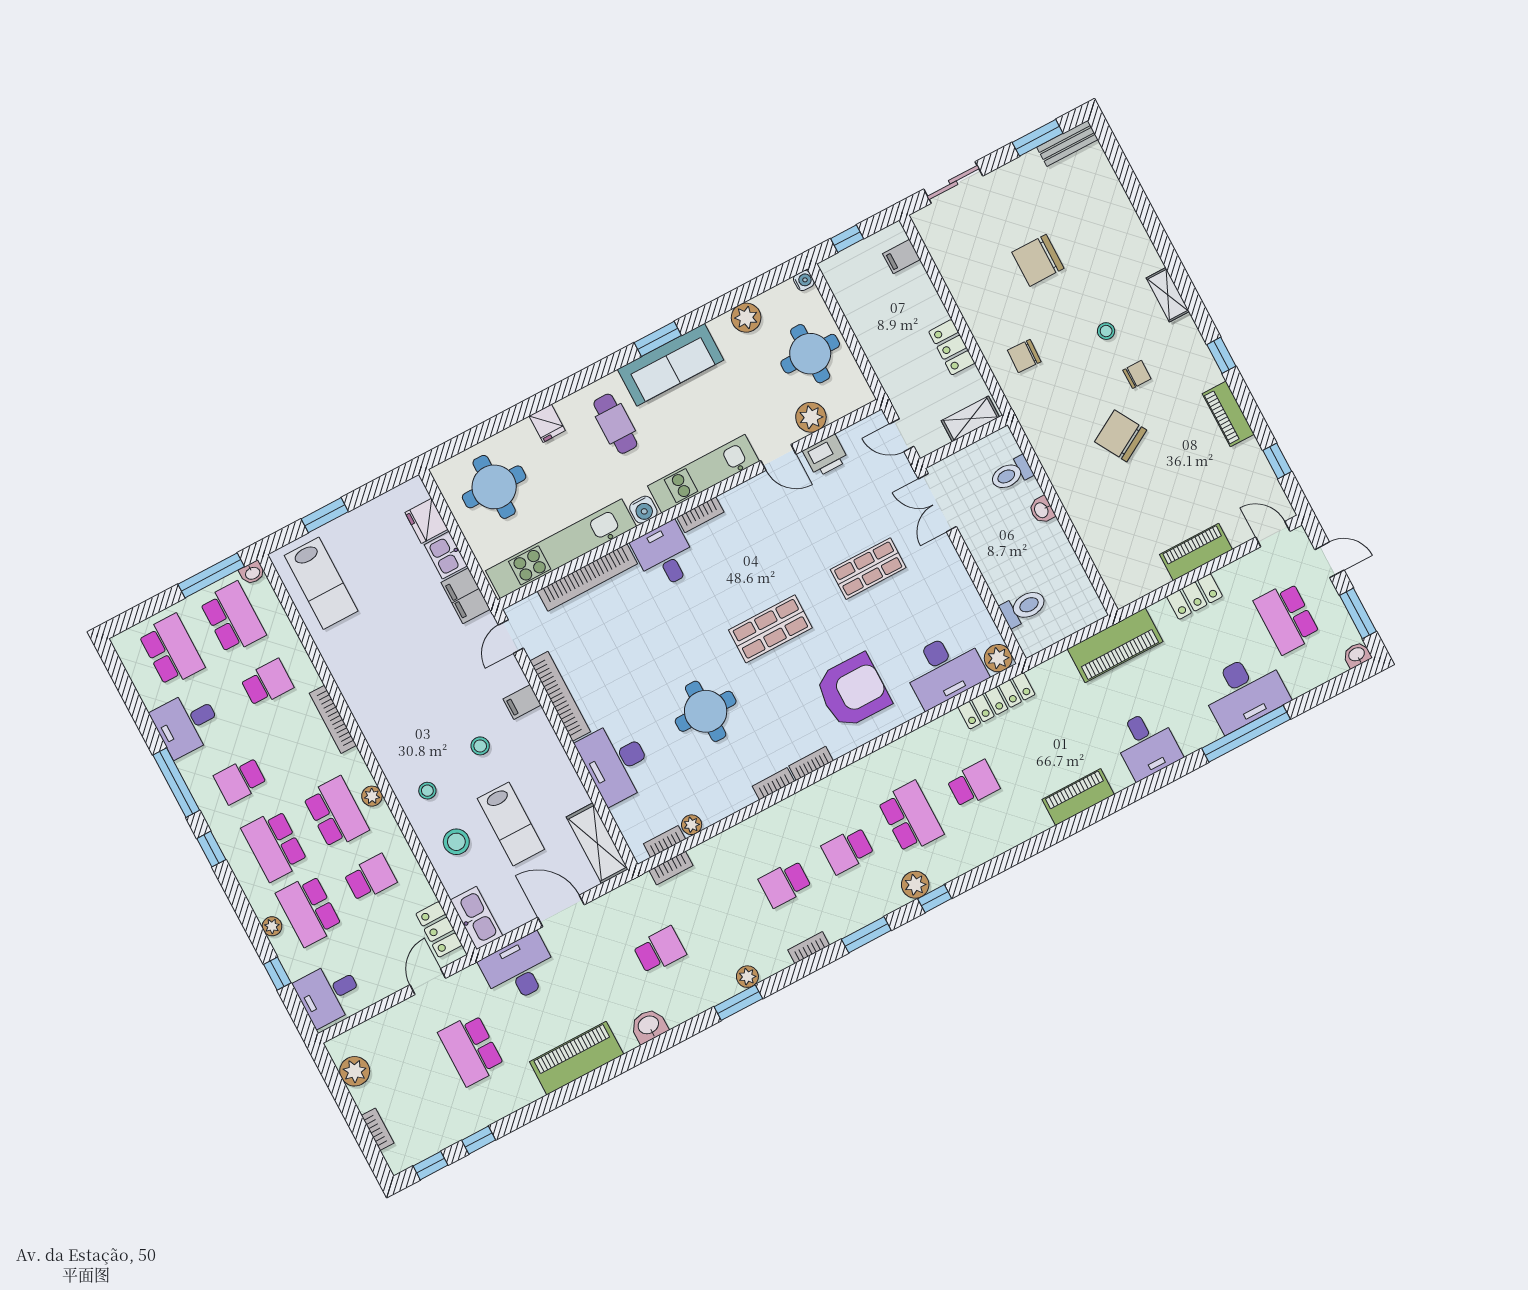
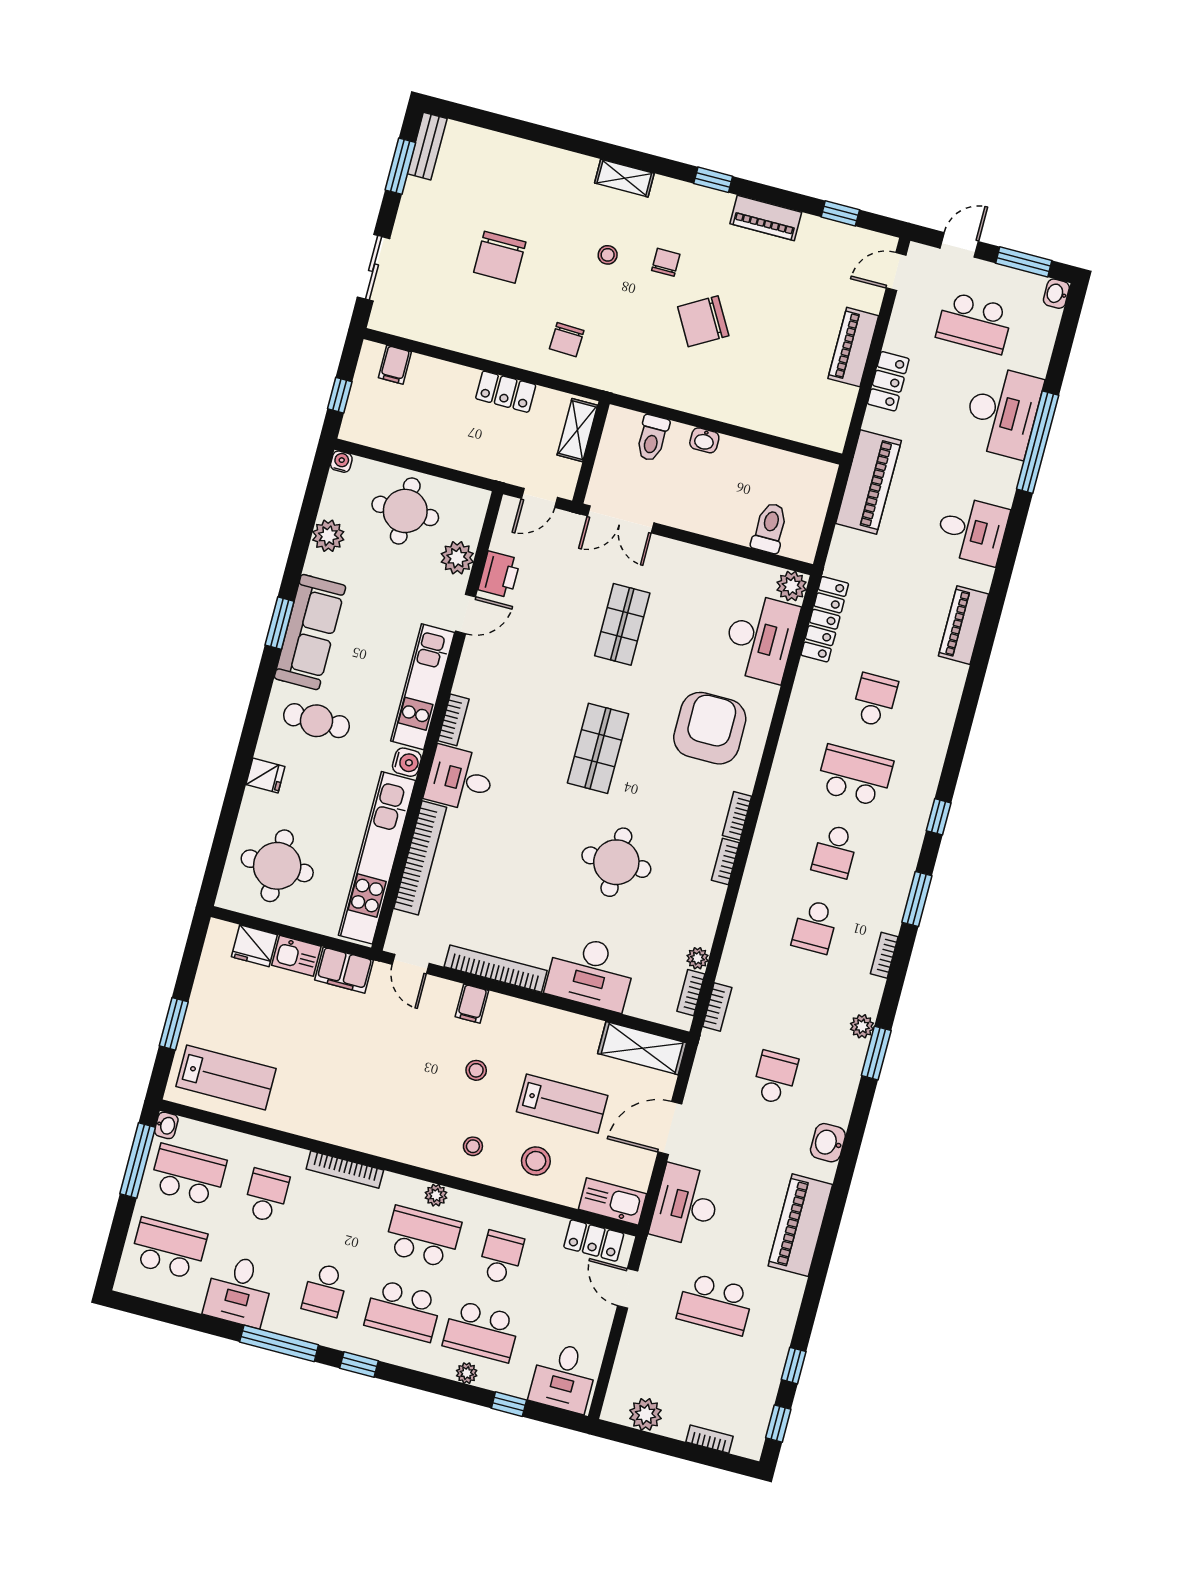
plant: (915, 885) -> (913, 822), removed

